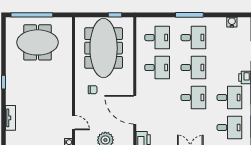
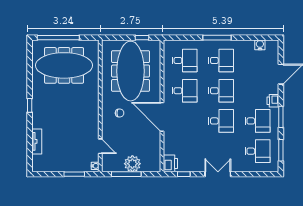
meeting table: (38, 42) -> (64, 65), width x1.36
door: (135, 110) -> (162, 117), moved

